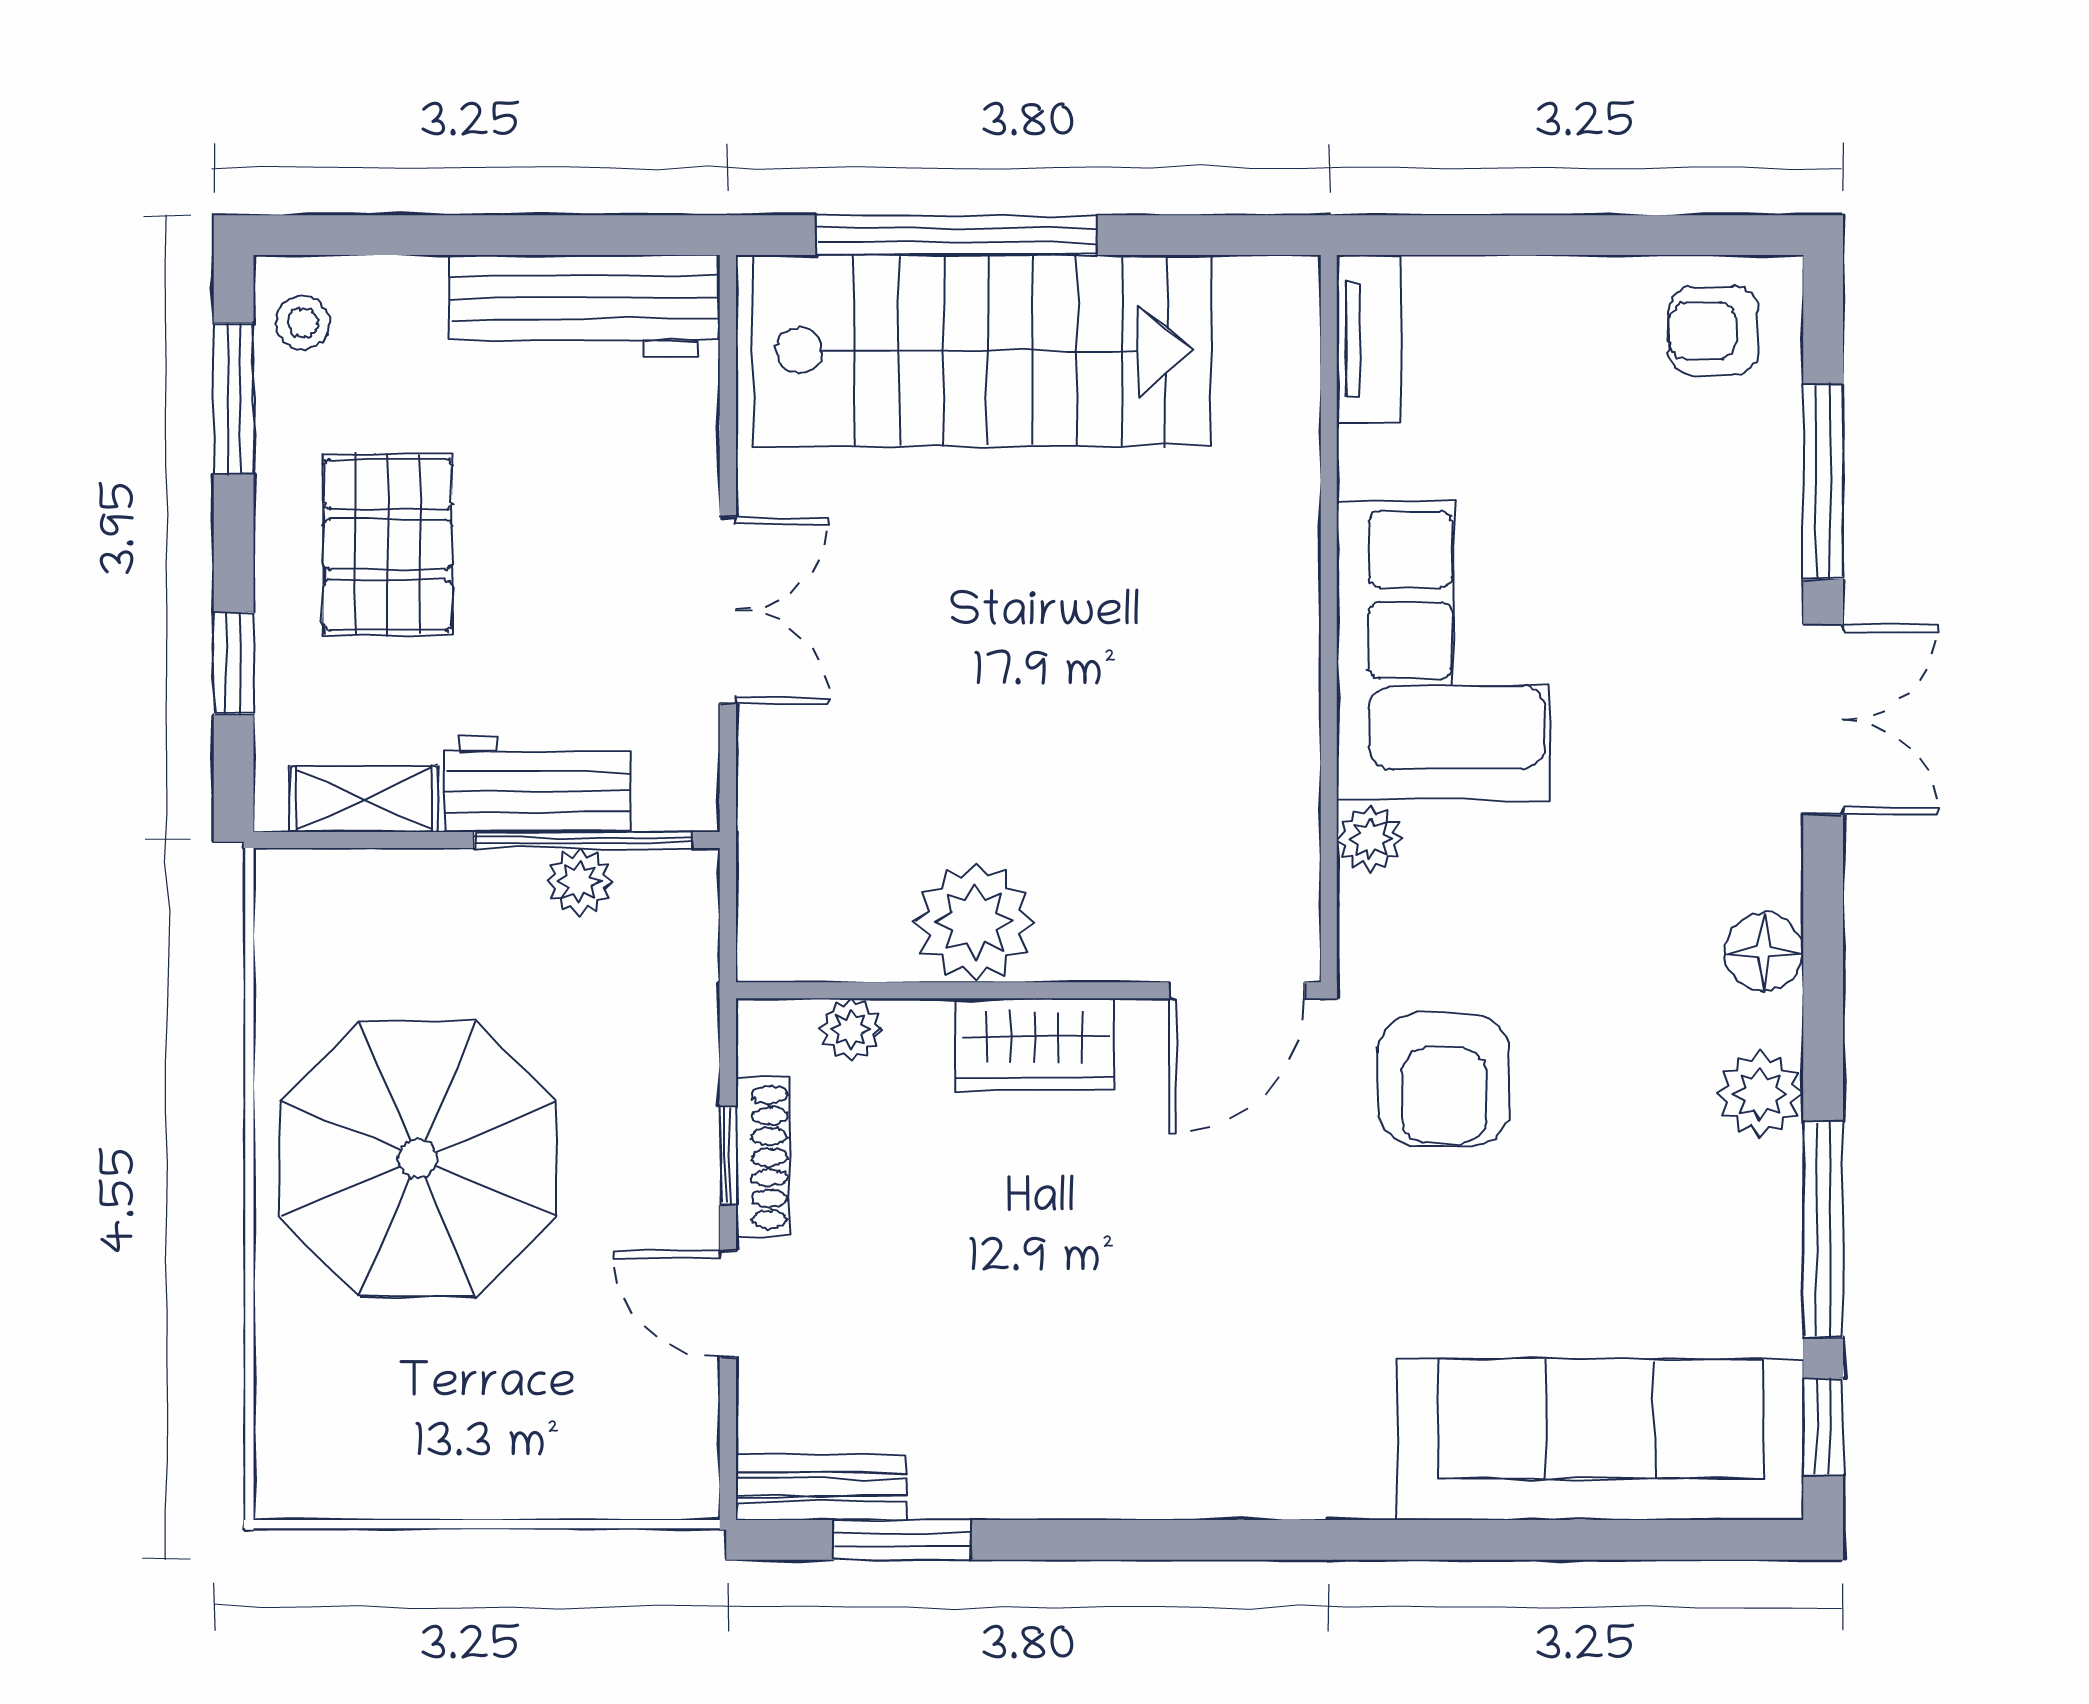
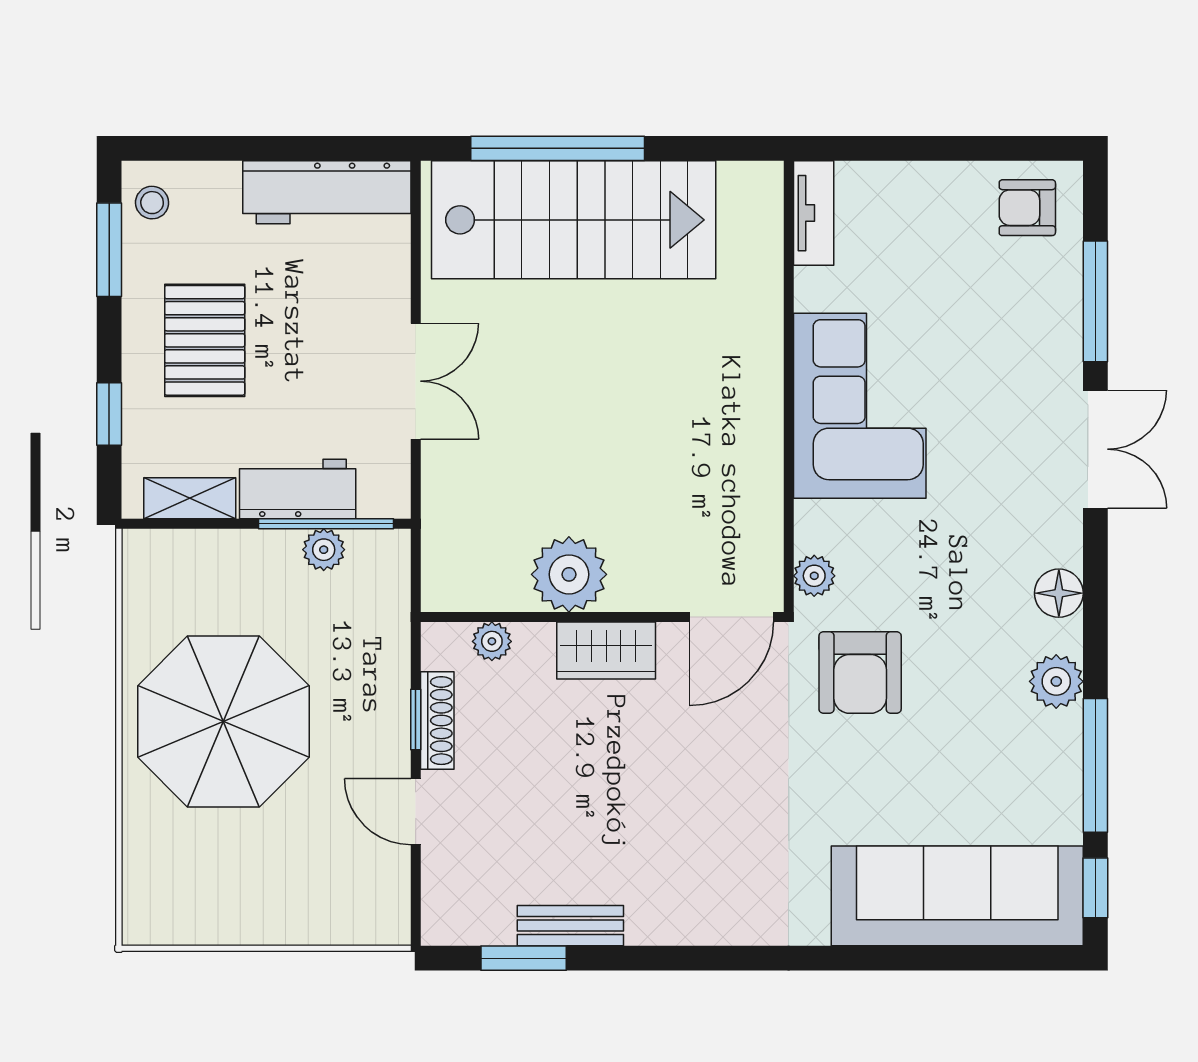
plant: (1370, 839) -> (814, 576), moved
bench: (821, 1488) -> (570, 926), moved

